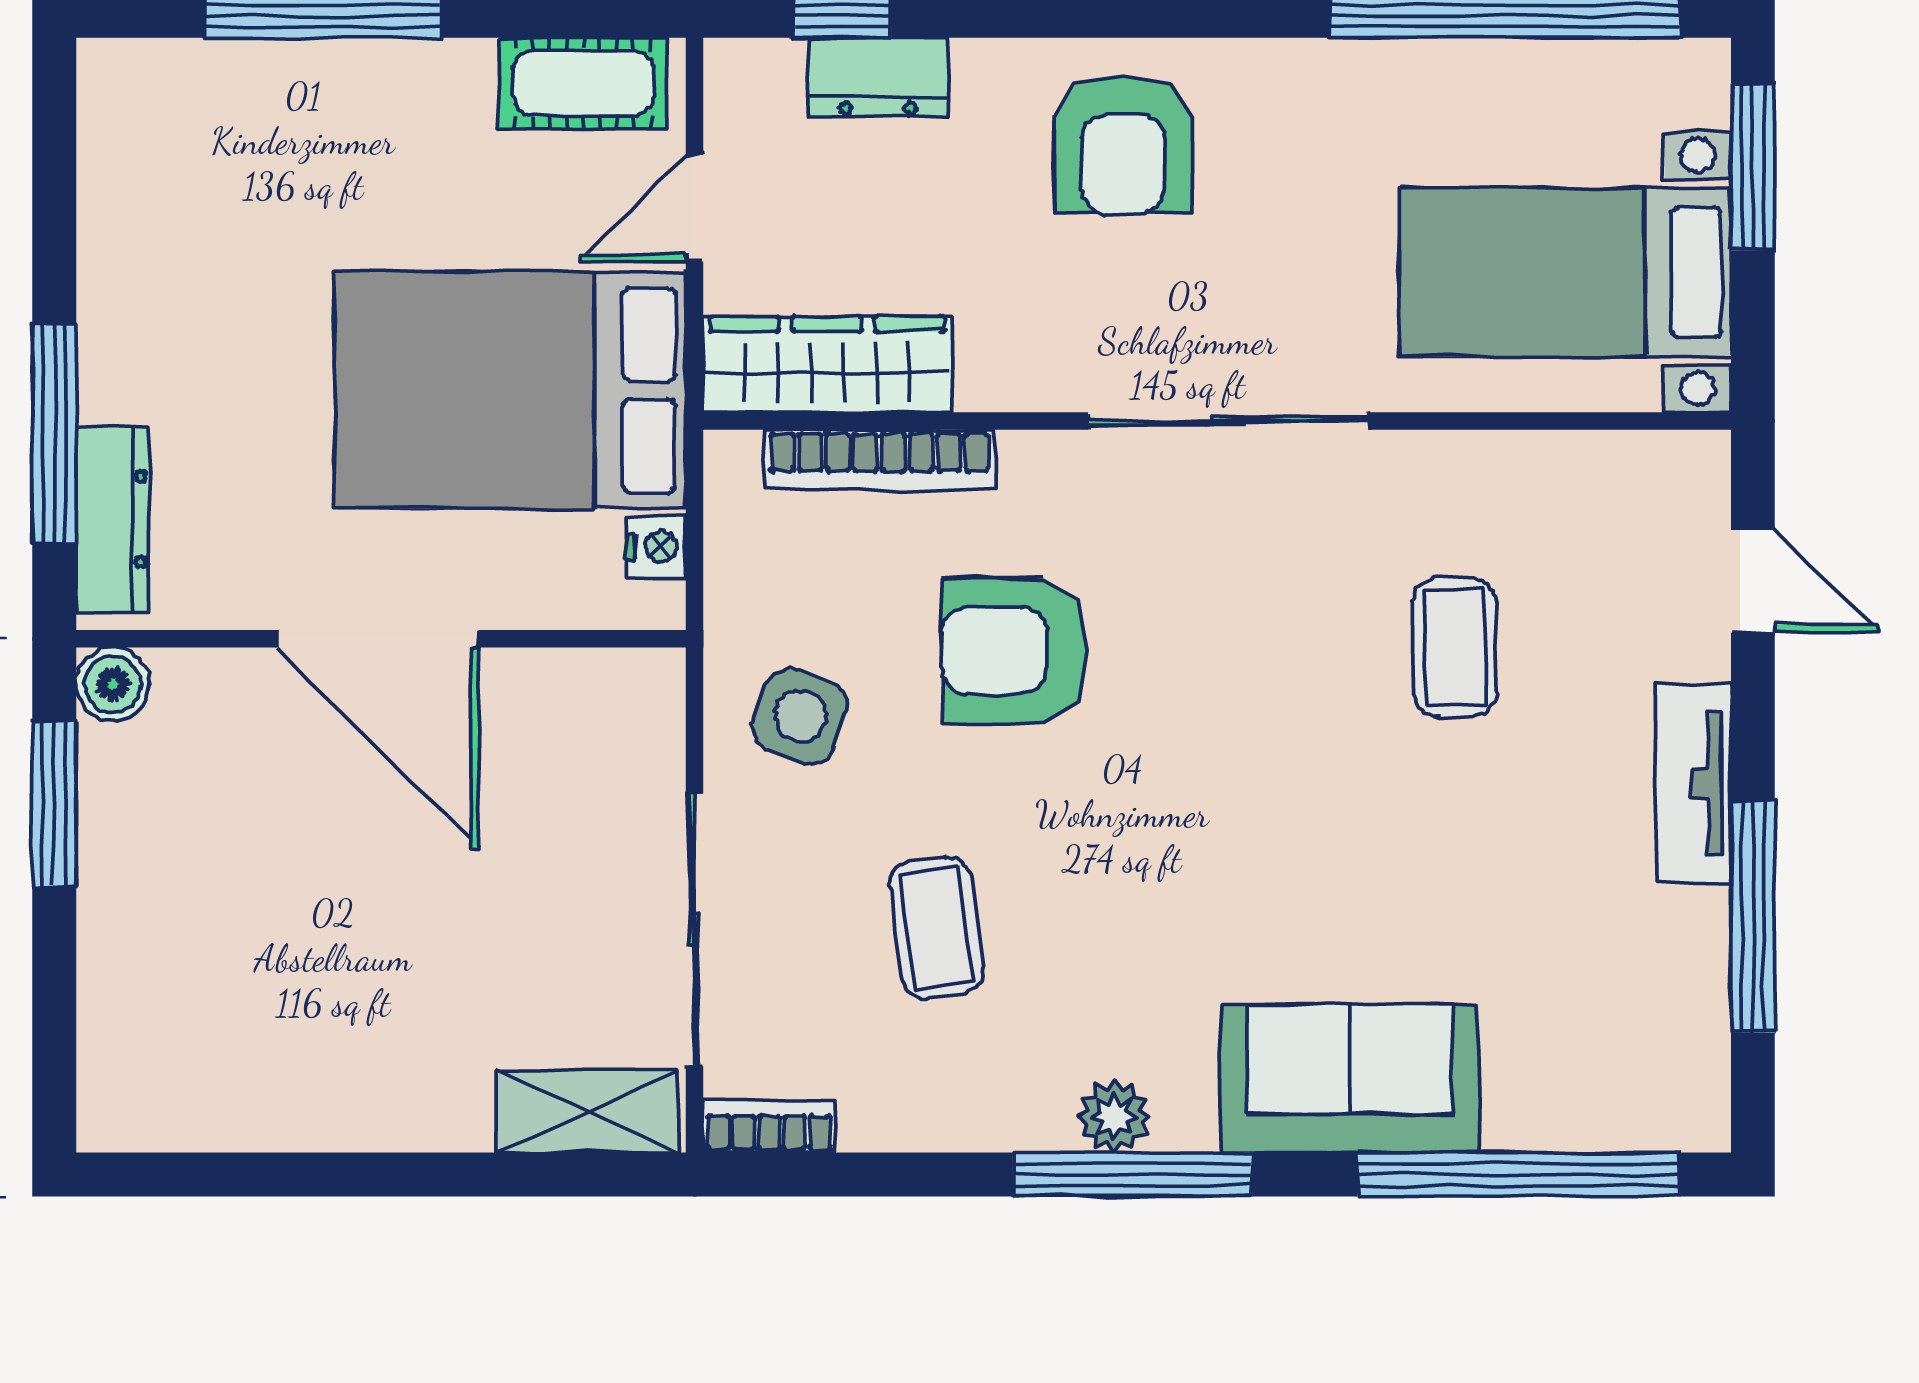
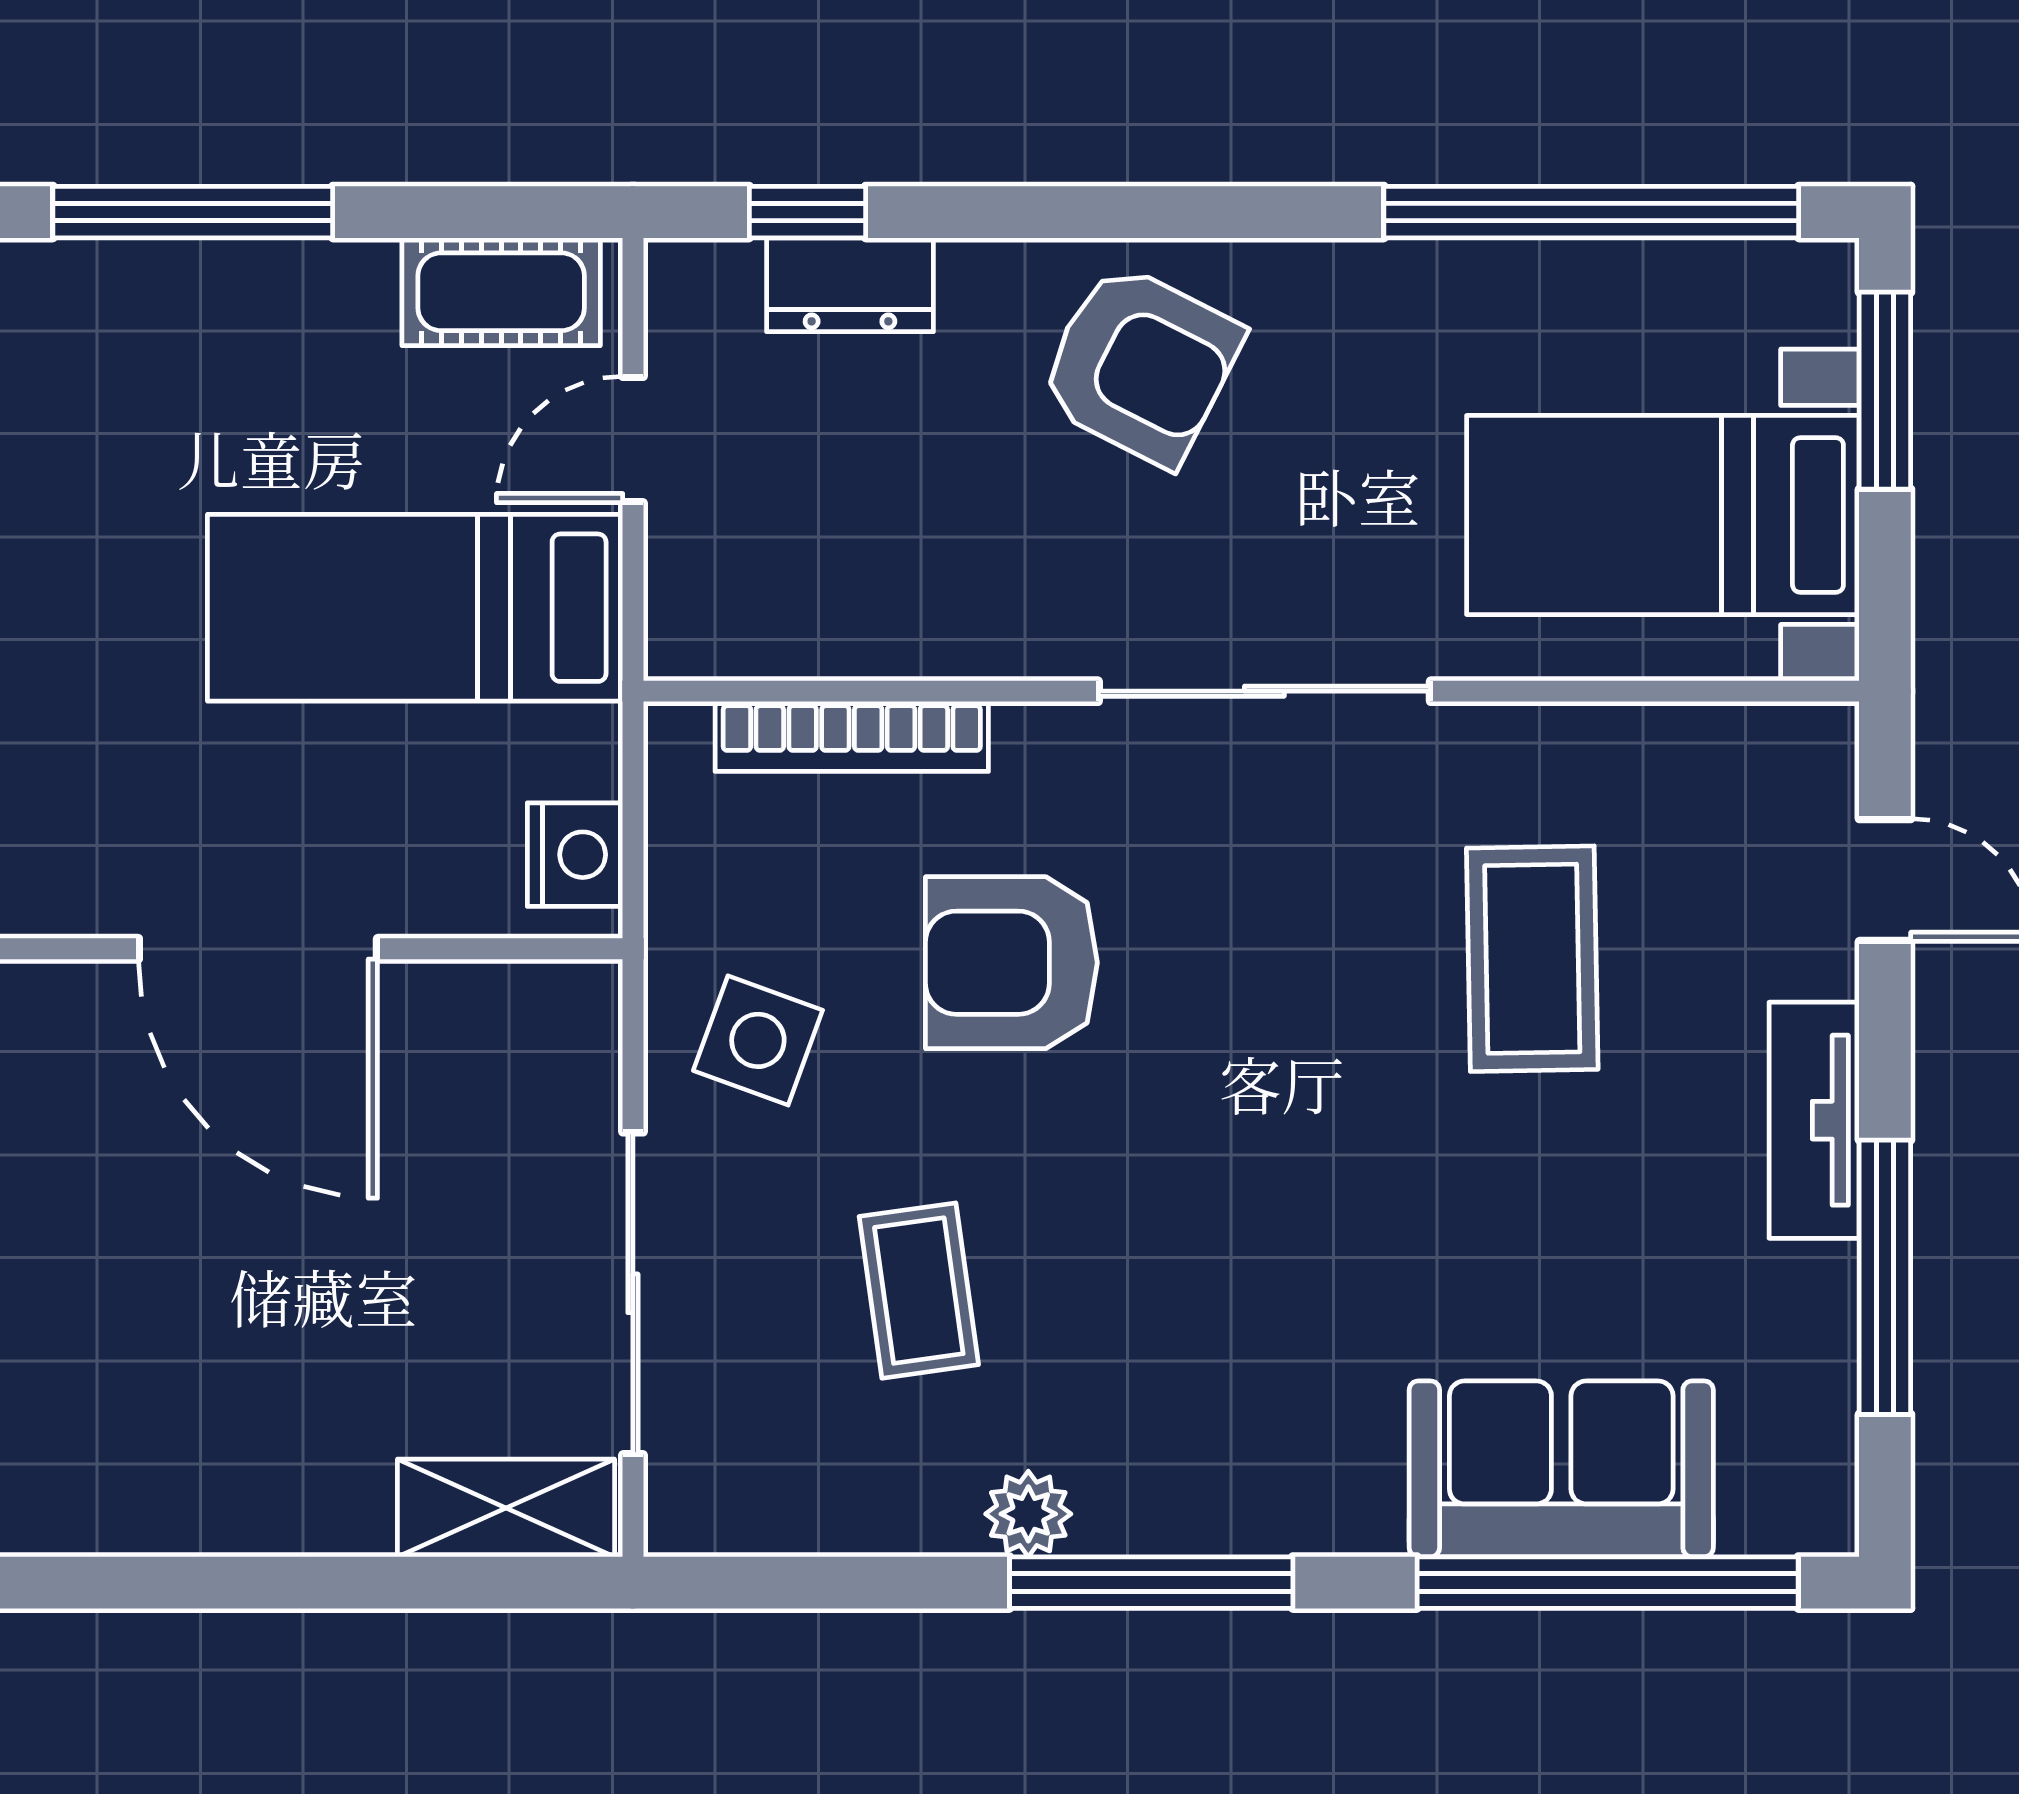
armchair: (1123, 145) -> (1140, 365), turned -63
wardrobe: (827, 364) -> (790, 624), removed
bed: (510, 390) -> (415, 608), width x0.67
nightstand: (656, 547) -> (575, 855), width x1.39, depth x1.35
coffee table: (1455, 647) -> (1532, 959), width x1.36, depth x1.30
sofa: (1350, 1078) -> (1561, 1469), moved
plant: (1114, 1117) -> (1028, 1514), moved
bookcase: (769, 1126) -> (721, 1526), removed

